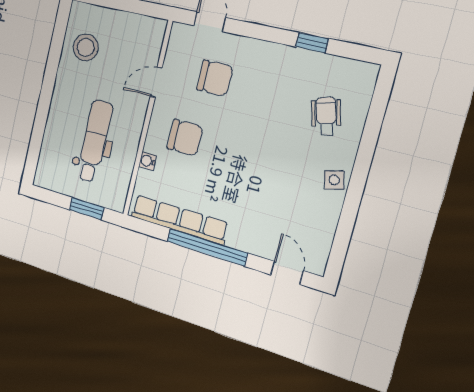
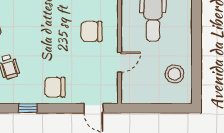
chair: (215, 78) -> (55, 87), moved
water cooler: (148, 161) -> (113, 10), removed

